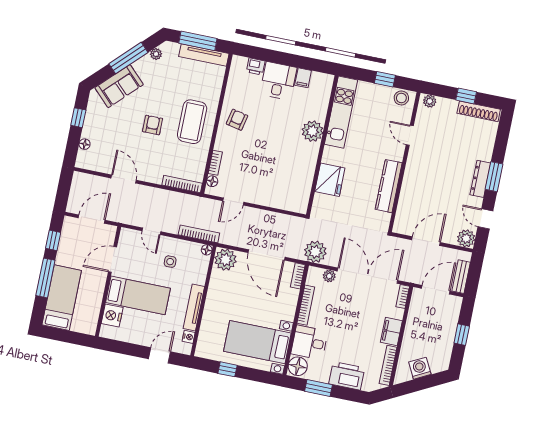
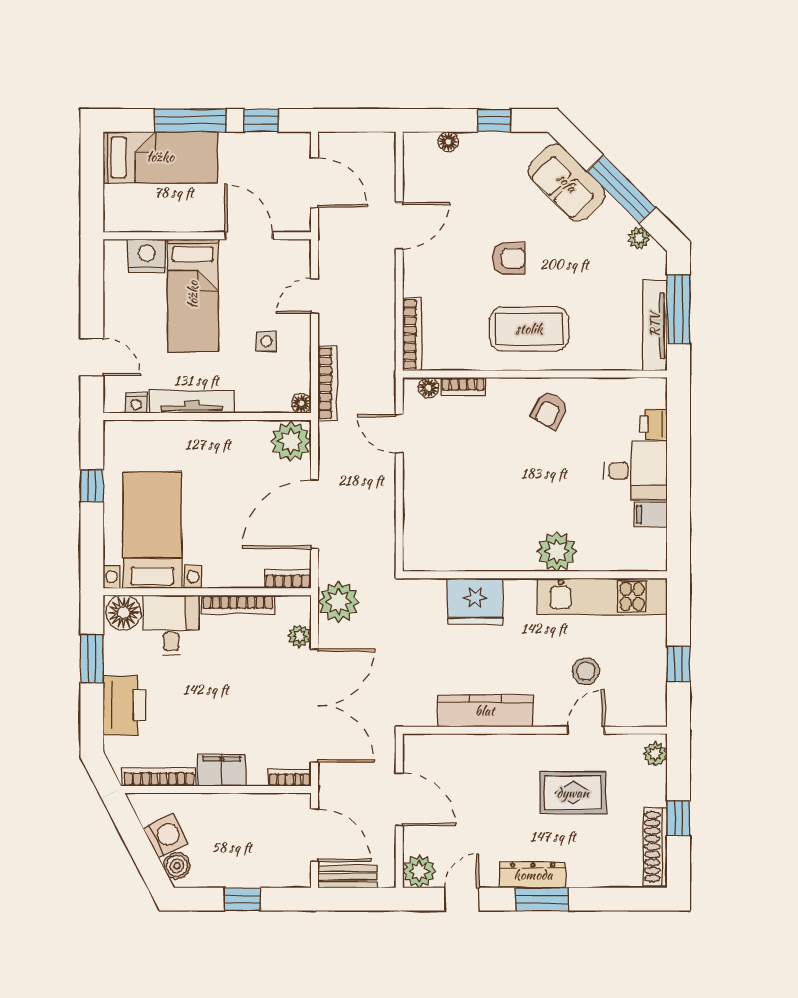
stool: (401, 98) -> (586, 671), moved
armchair: (237, 120) -> (550, 410), turned 106
rug: (441, 149) -> (573, 793), added
boiler: (437, 366) -> (177, 866), added

